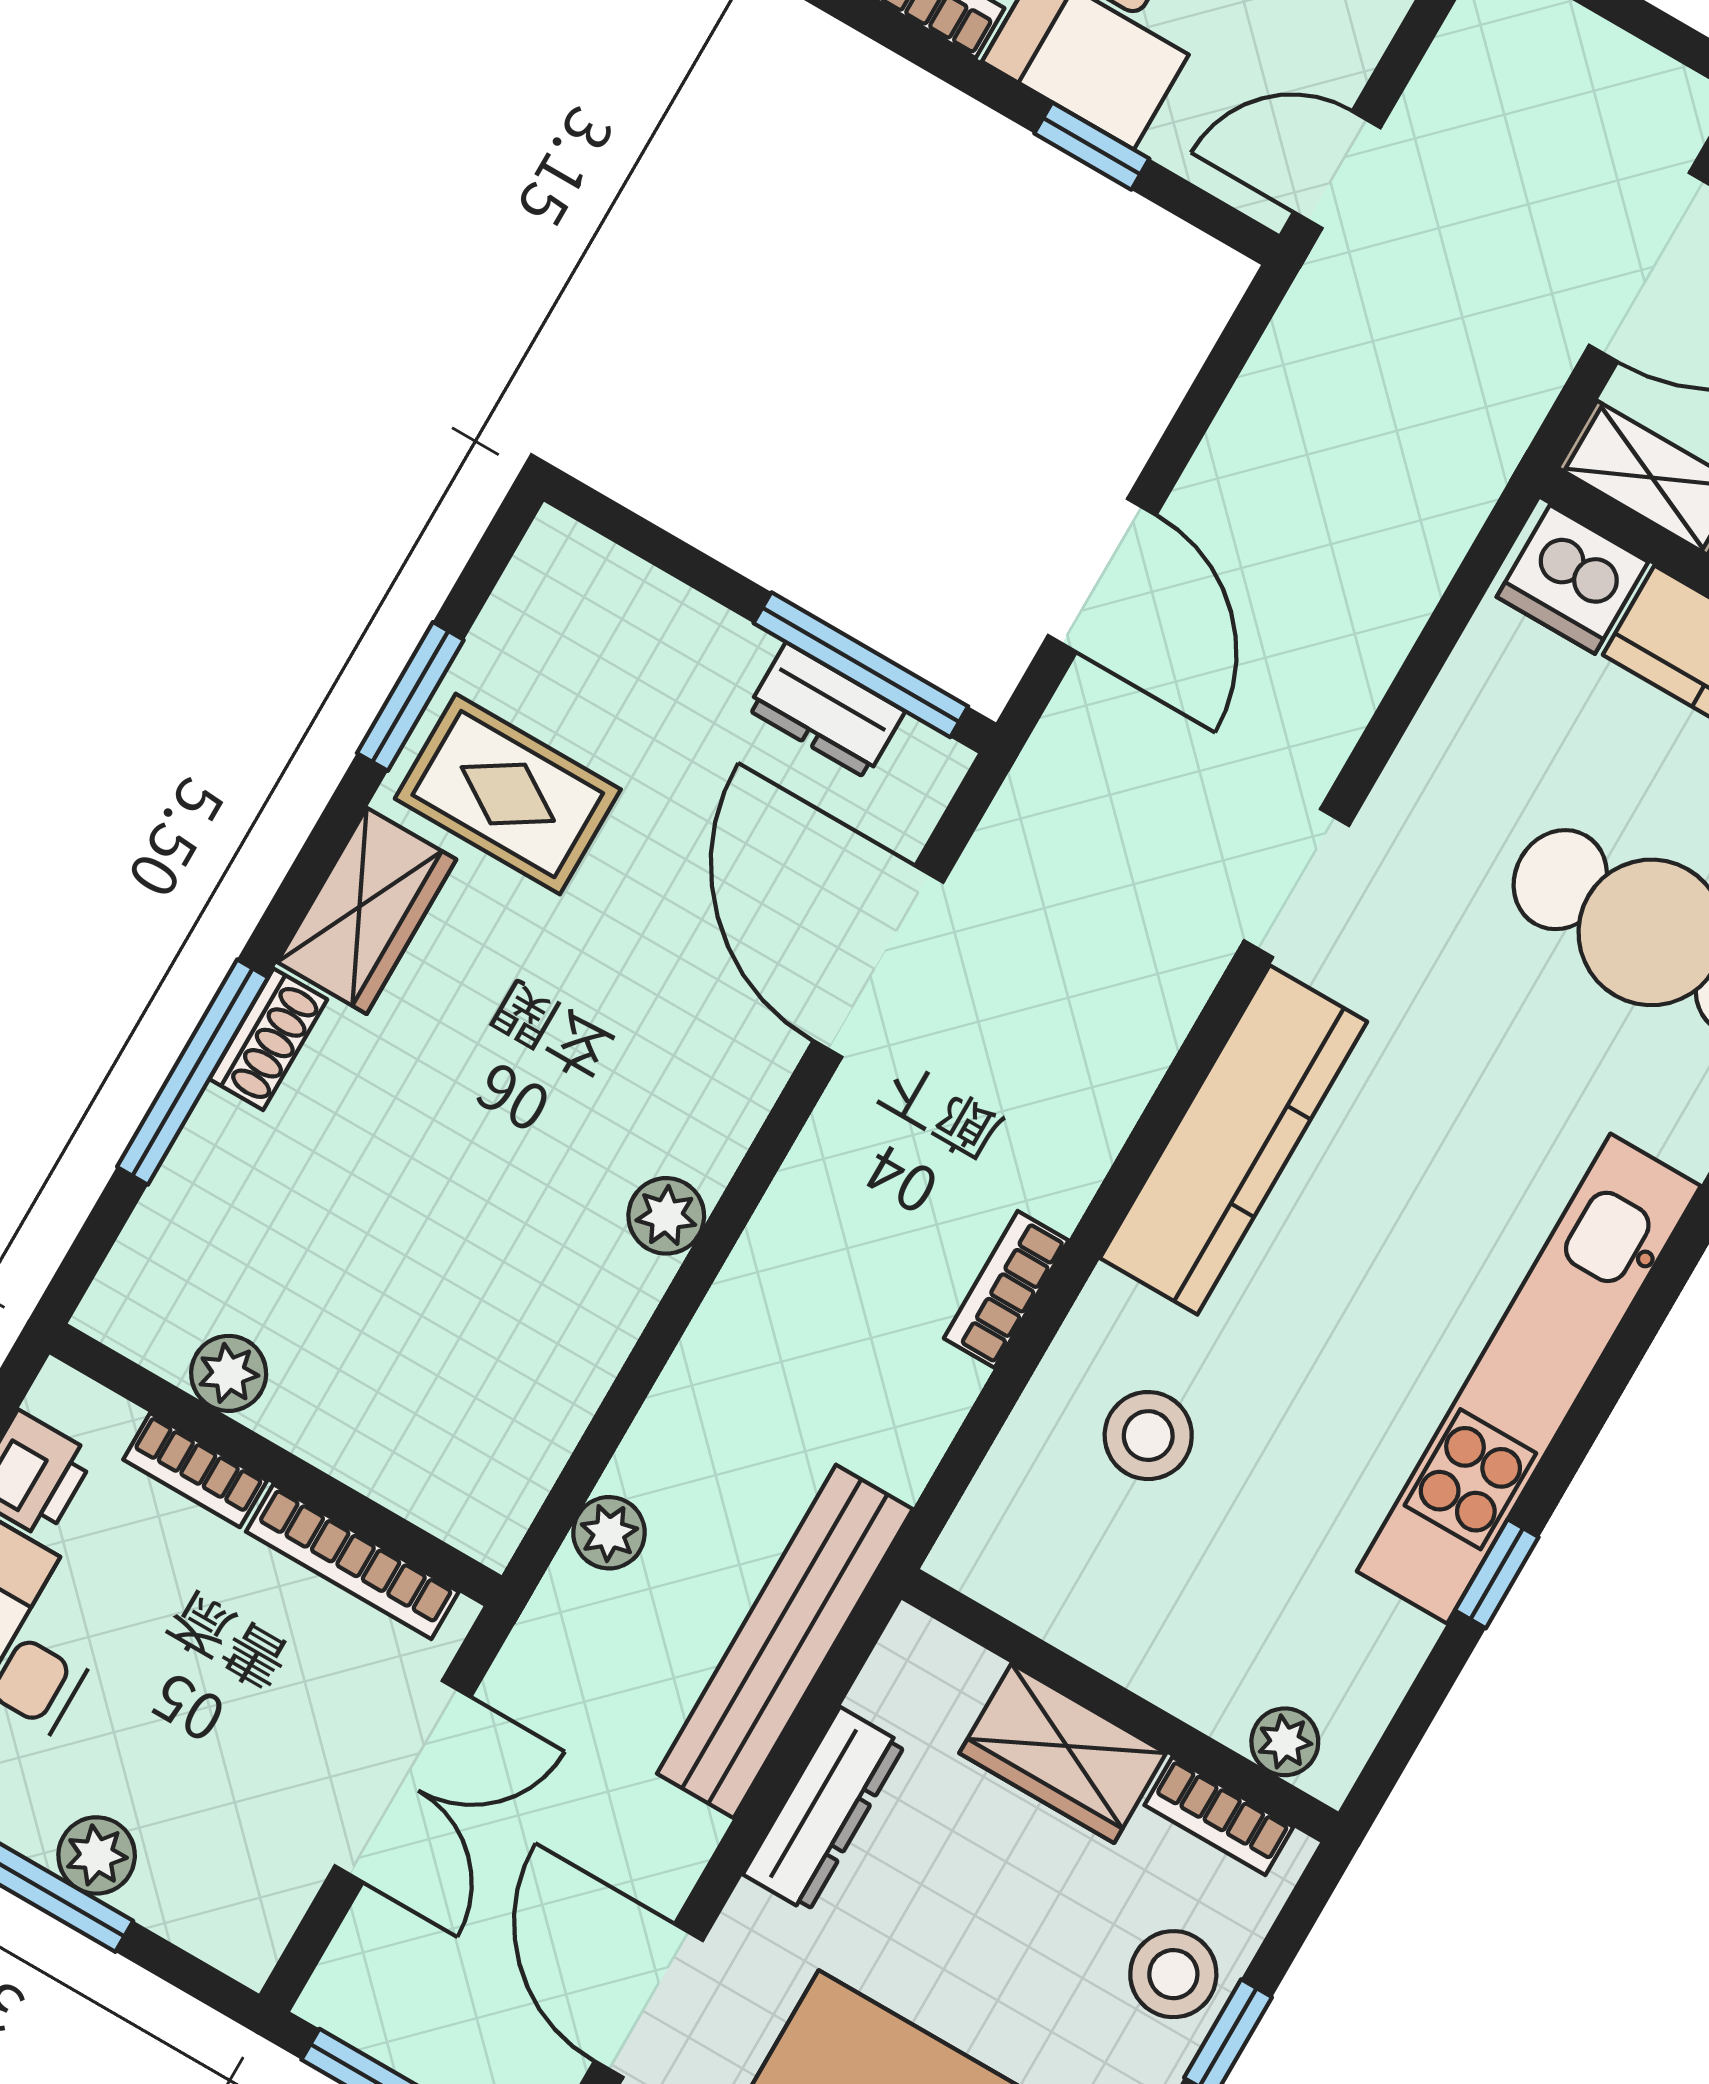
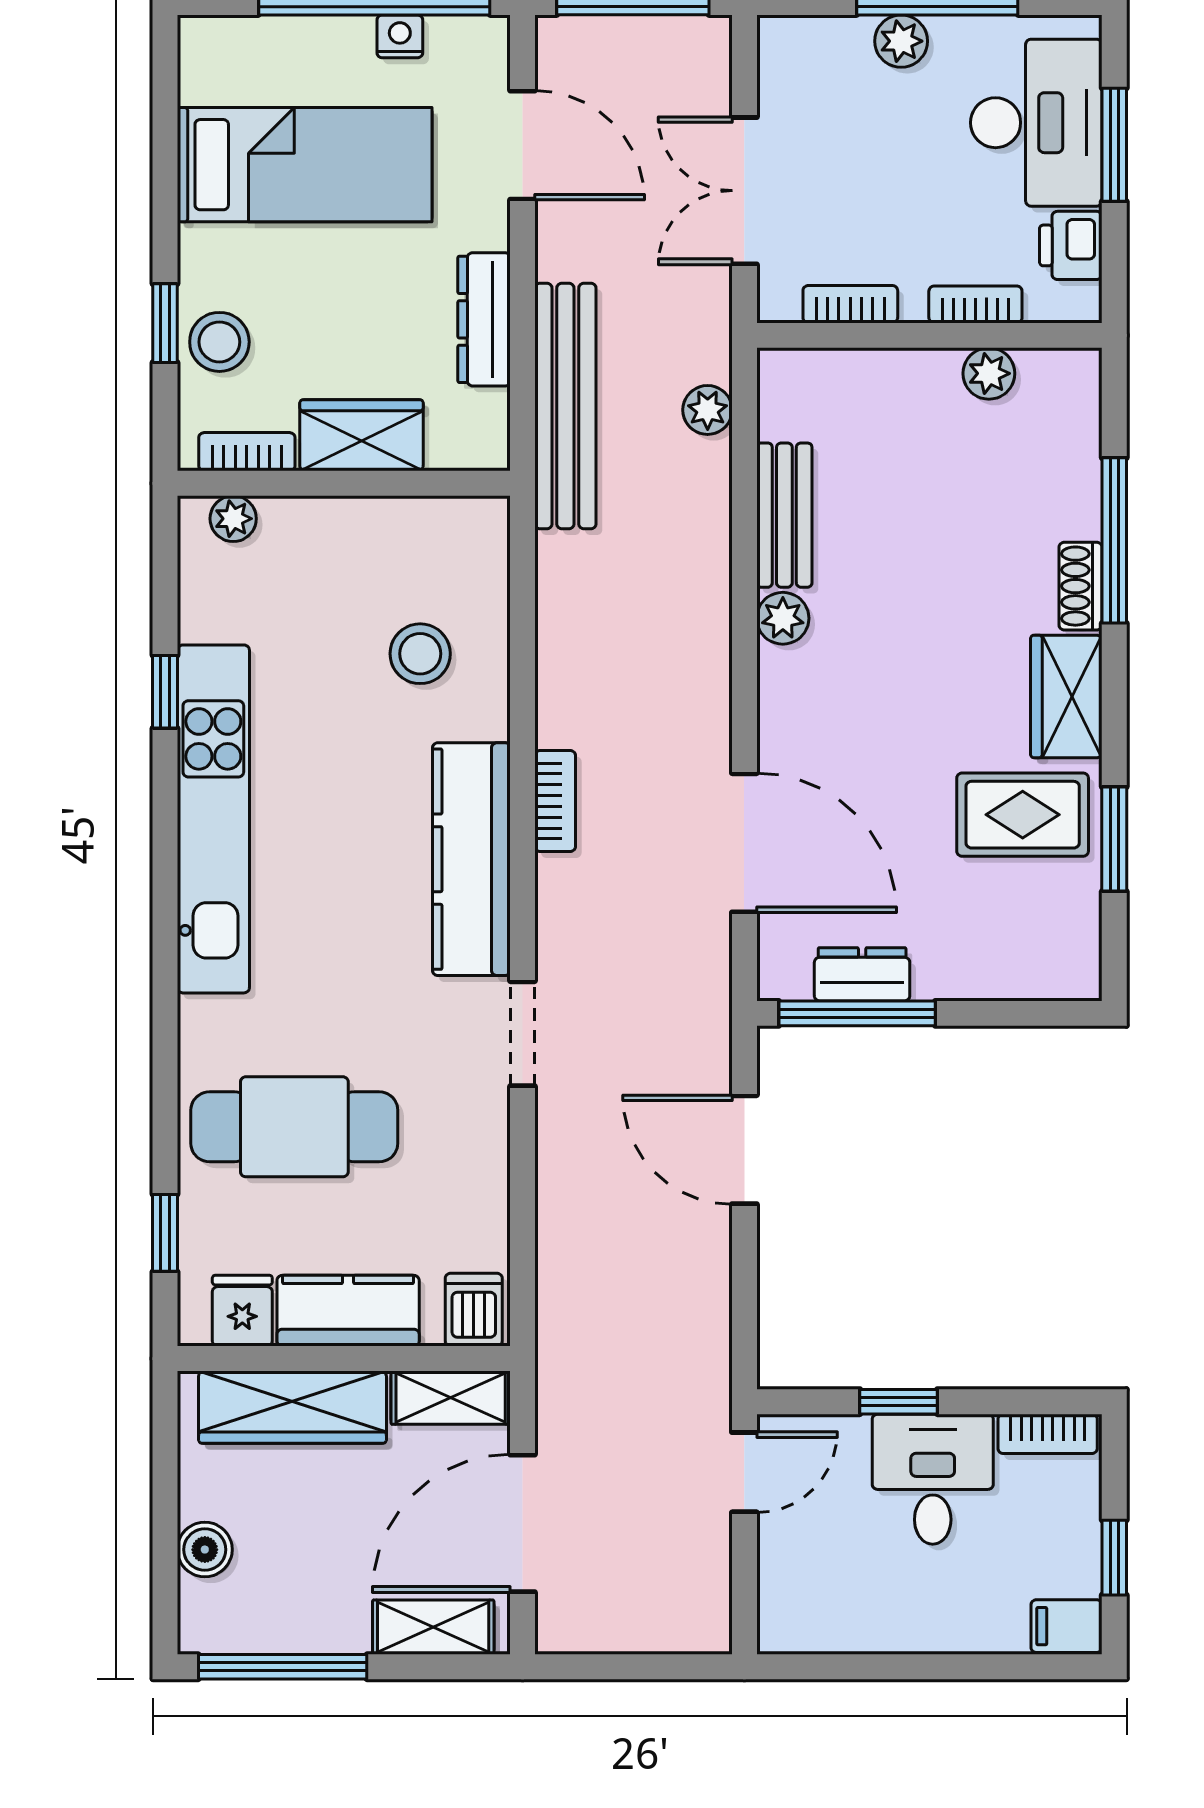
dishwasher: (1572, 579) -> (474, 1310), width x0.73
bookcase: (1006, 1289) -> (555, 801), moved
bench: (589, 1344) -> (784, 515), added
bookcase: (352, 1562) -> (850, 304), width x0.64

